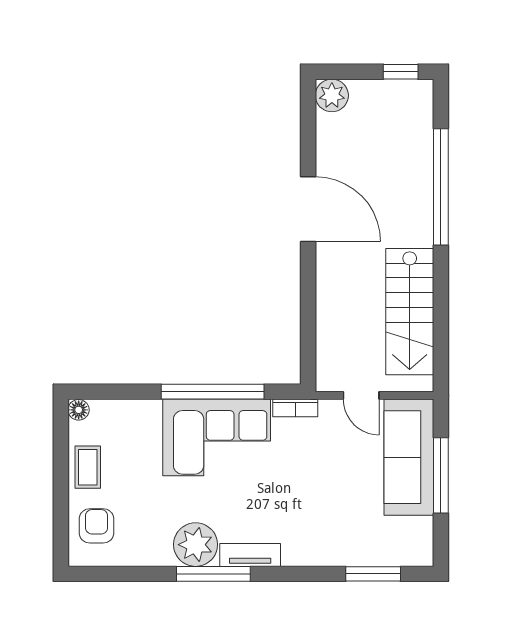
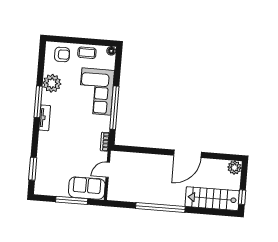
window: (441, 187) -> (160, 208), moved
stairs: (410, 312) -> (212, 199), moved
corner sofa: (217, 437) -> (96, 92), moved
sofa: (409, 457) -> (87, 188), width x0.73
plant: (196, 545) -> (52, 83), moved

